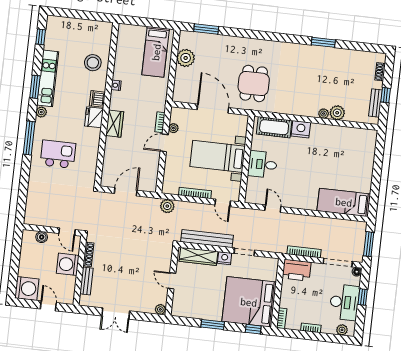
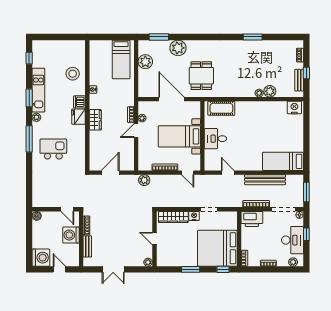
plant: (228, 45) -> (178, 48), added
nightstand: (301, 129) -> (294, 108), moved
boiler: (42, 237) -> (37, 216), moved
bench: (207, 239) -> (265, 180), moved

